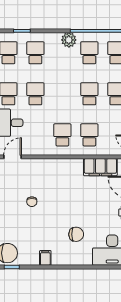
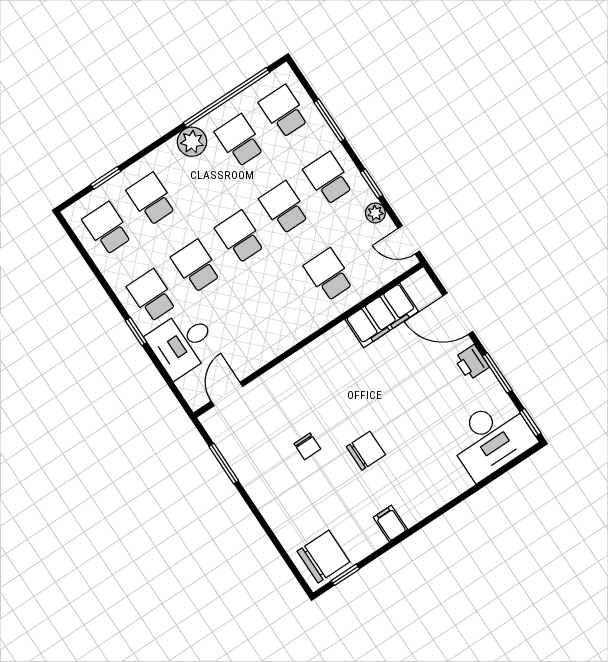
school desk: (62, 135) -> (240, 237), moved
chair: (76, 234) -> (366, 451), moved

